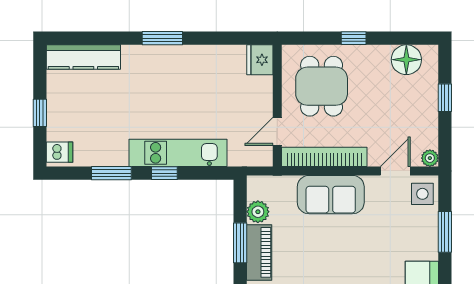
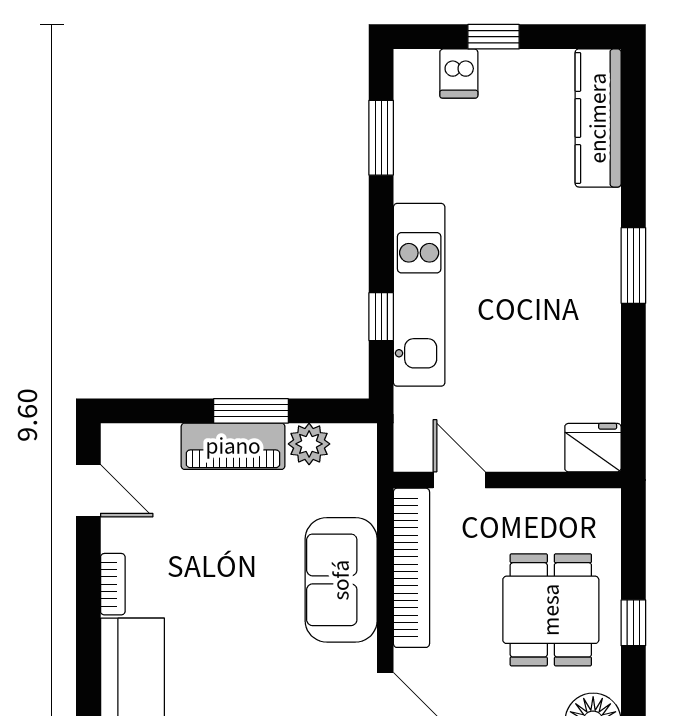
dining table: (322, 86) -> (551, 610), moved, turned 90
dishwasher: (60, 152) -> (459, 73), moved
window: (111, 173) -> (381, 138), moved
window: (164, 173) -> (381, 317), moved

